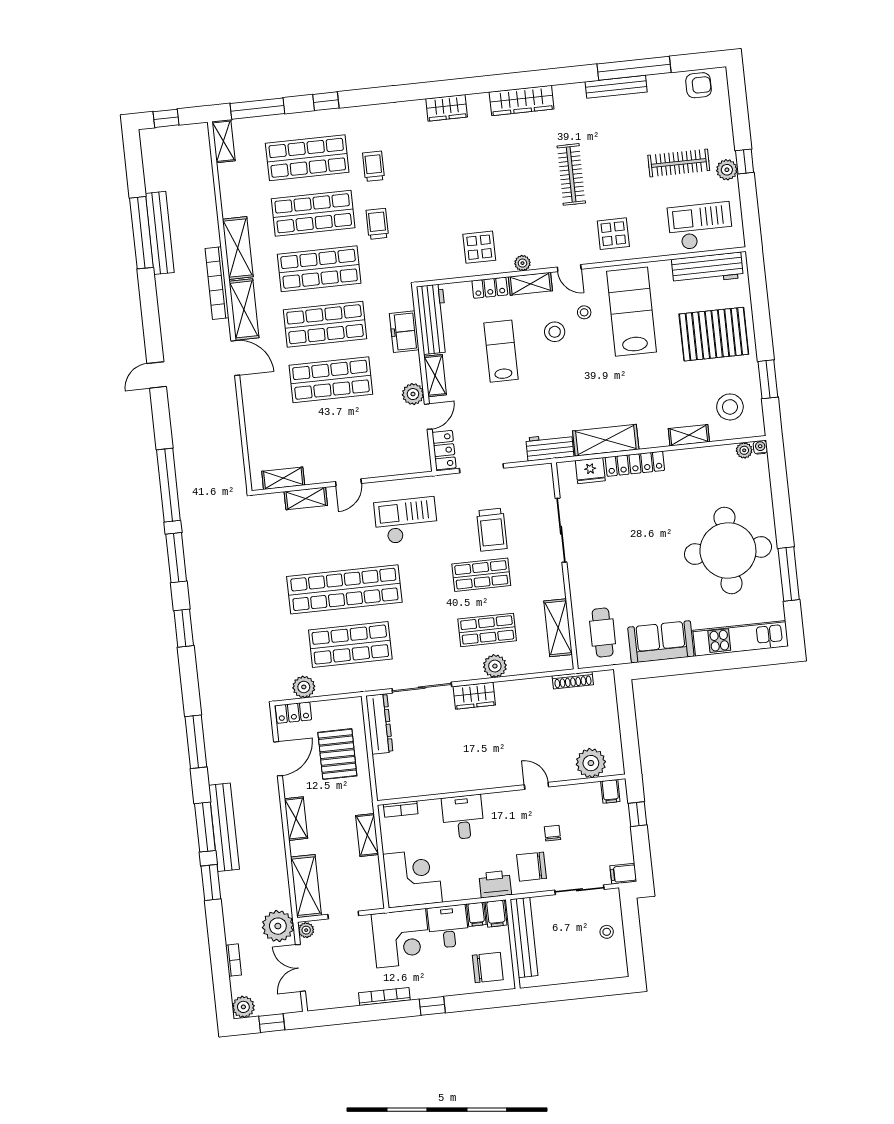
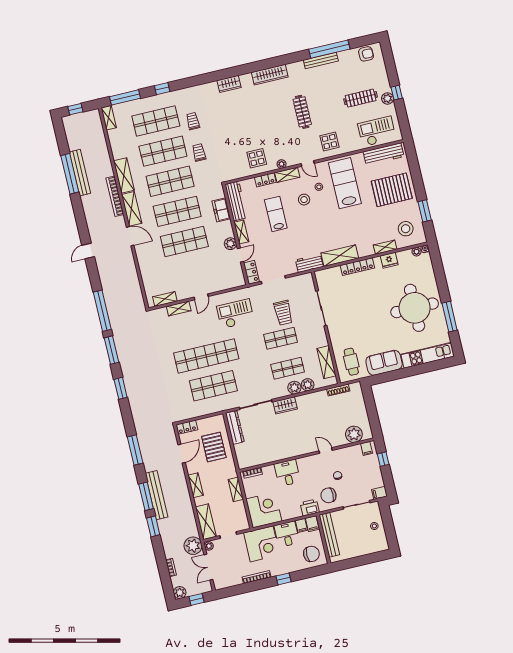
fridge: (590, 471) -> (389, 260), moved
plant: (304, 687) -> (308, 385), moved

